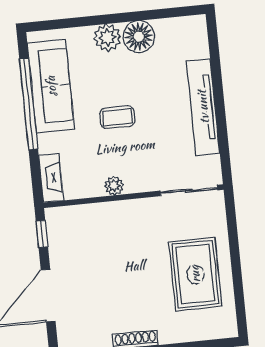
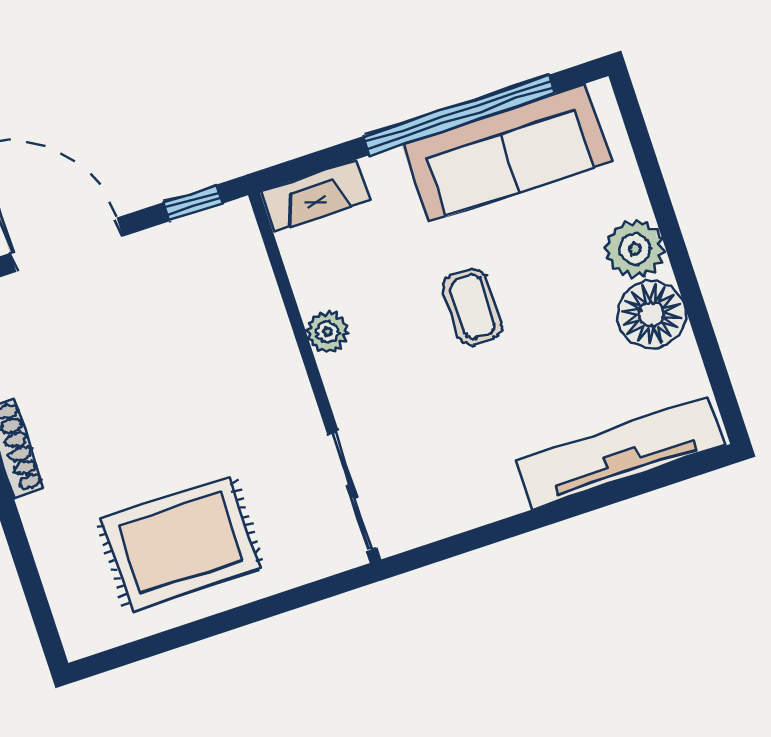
tv unit: (203, 107) -> (620, 453), moved

